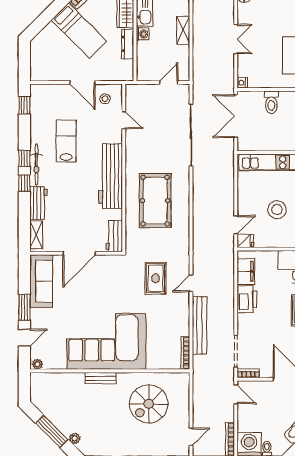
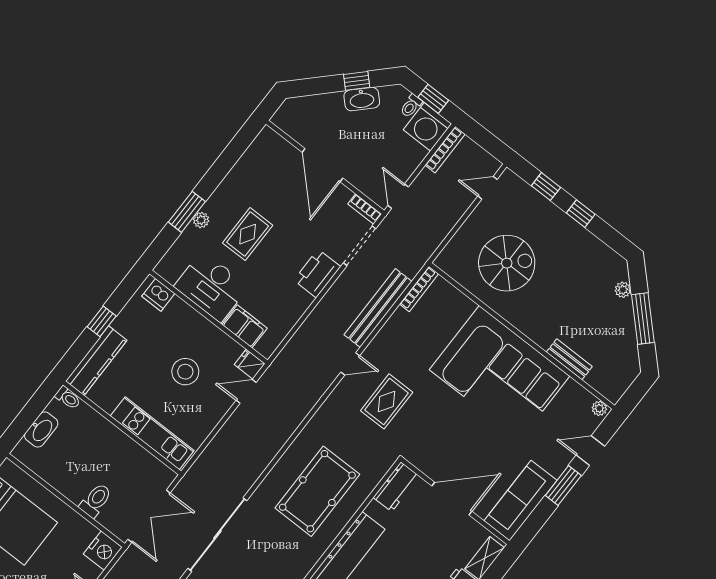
nightstand: (242, 83) -> (103, 551), width x1.89, depth x1.79
filing cabinet: (246, 271) -> (245, 326), moved, turned 90
printer: (247, 299) -> (317, 273), moved
bench: (101, 378) -> (569, 359), moved

